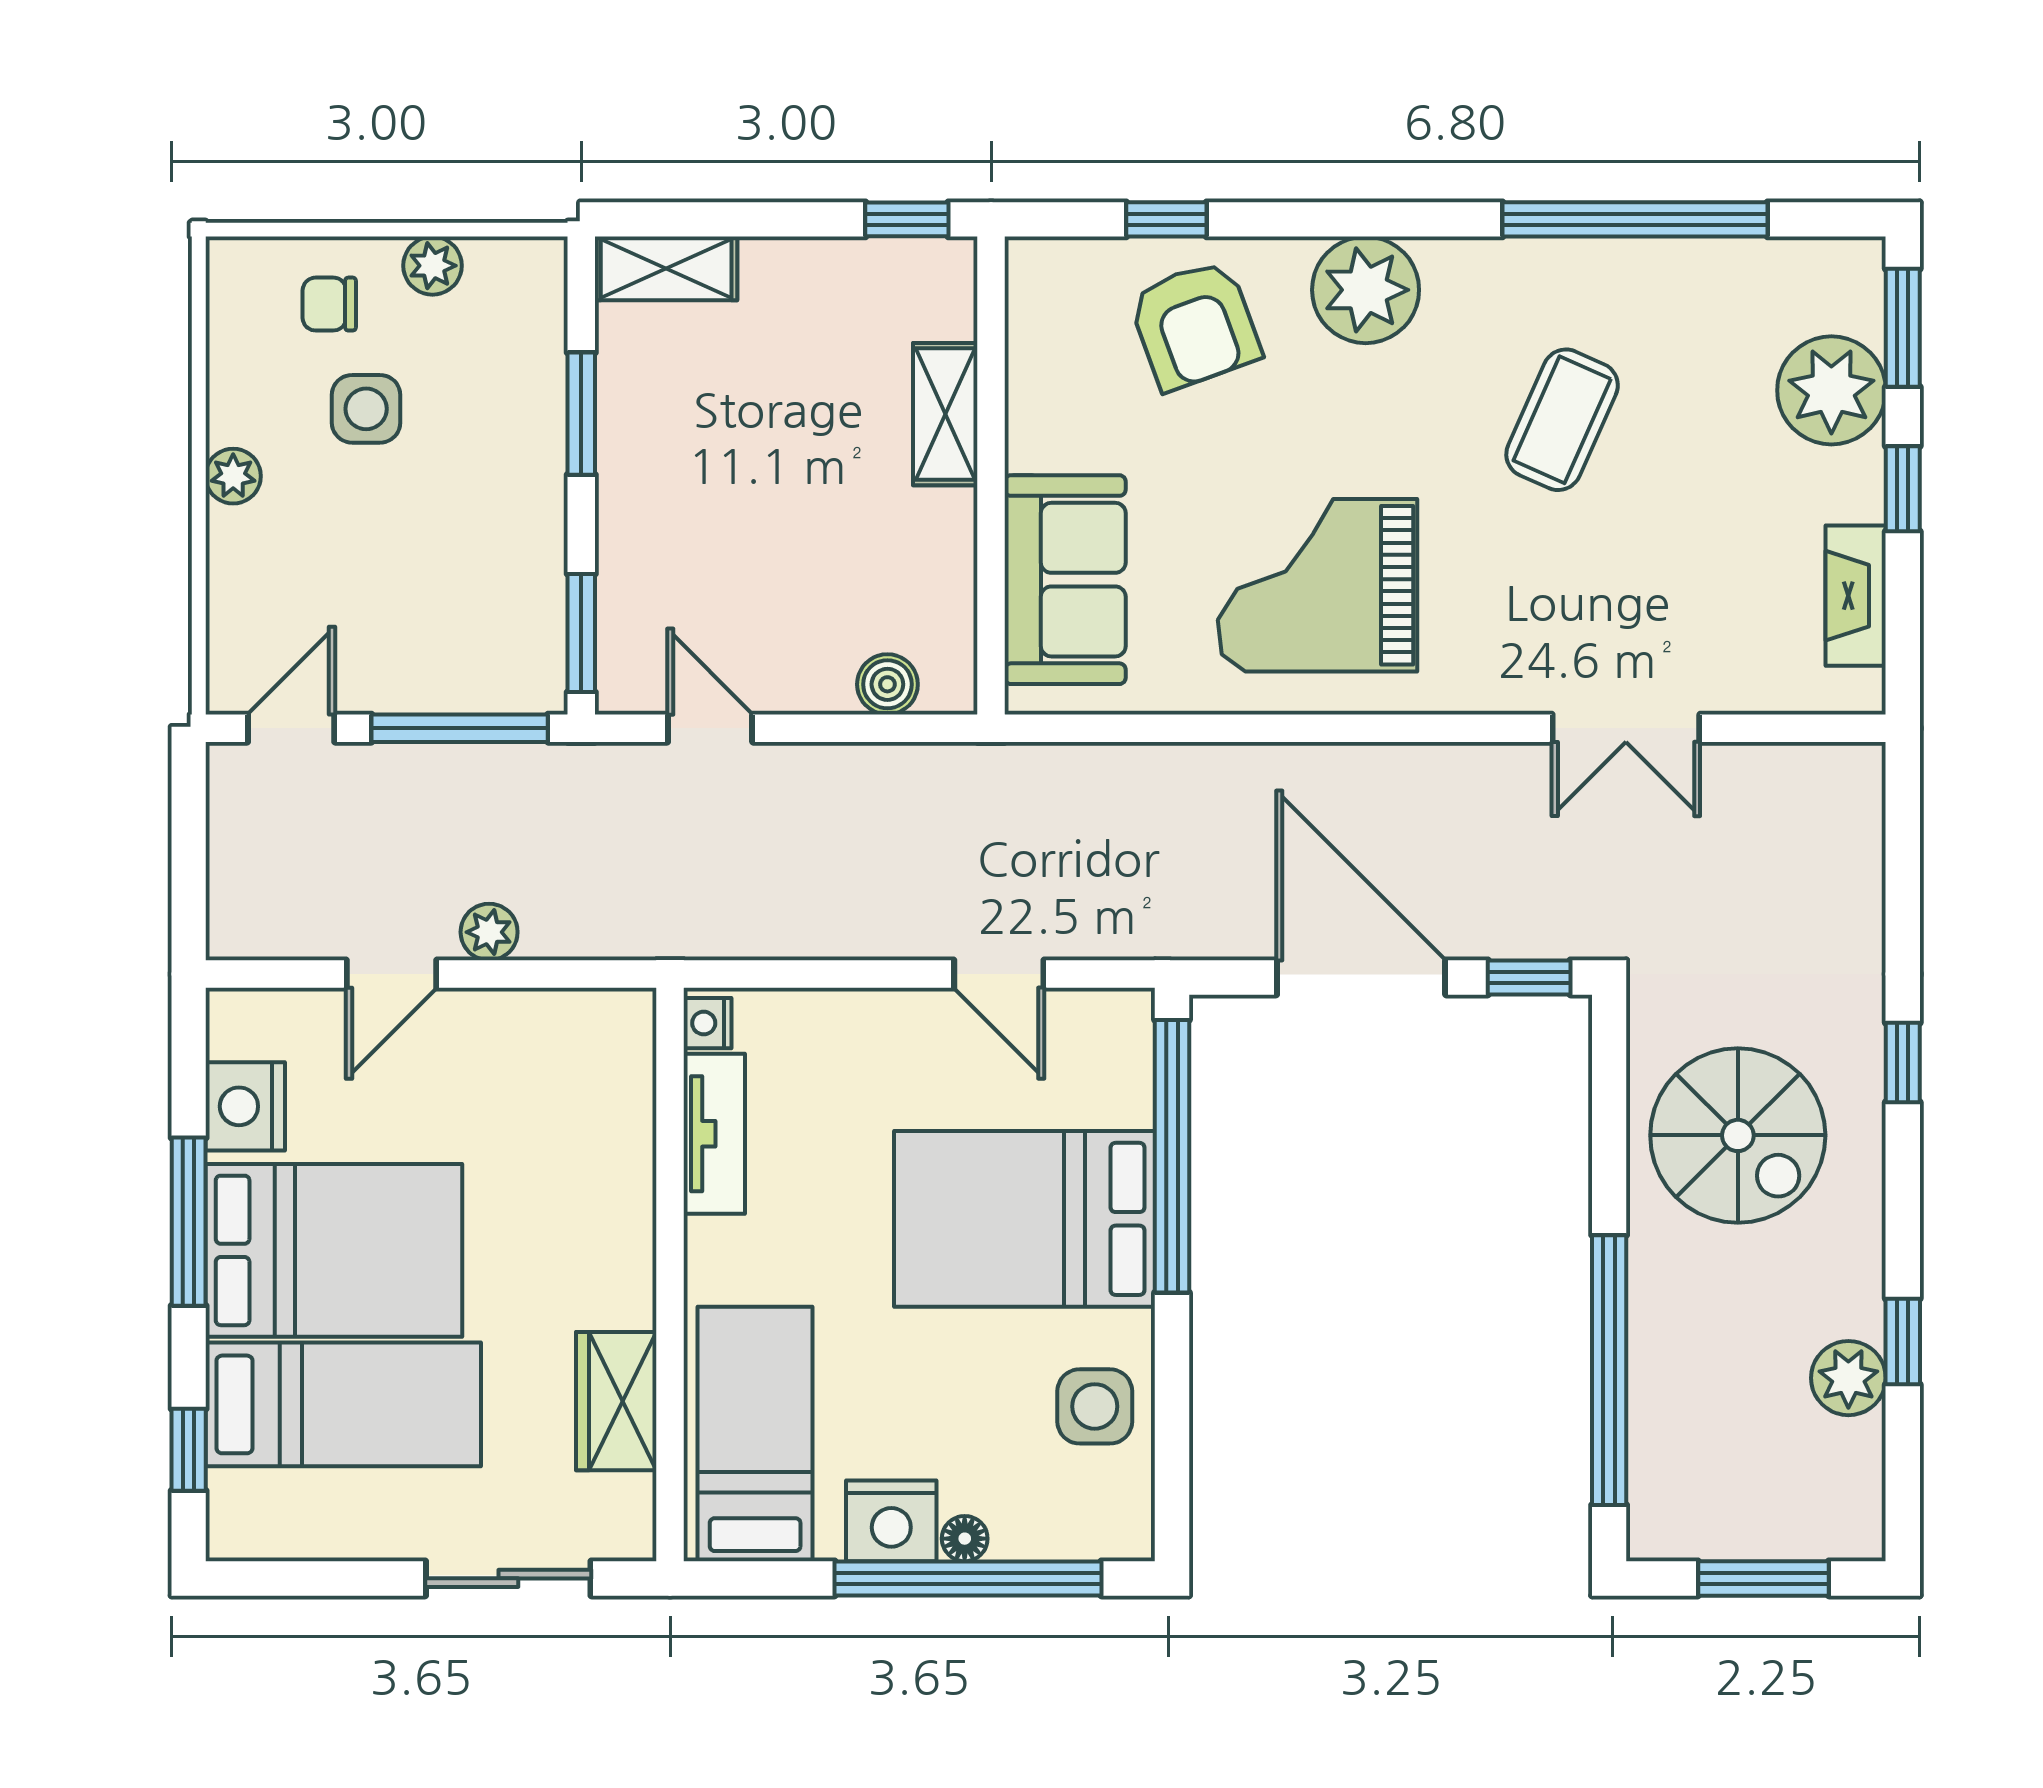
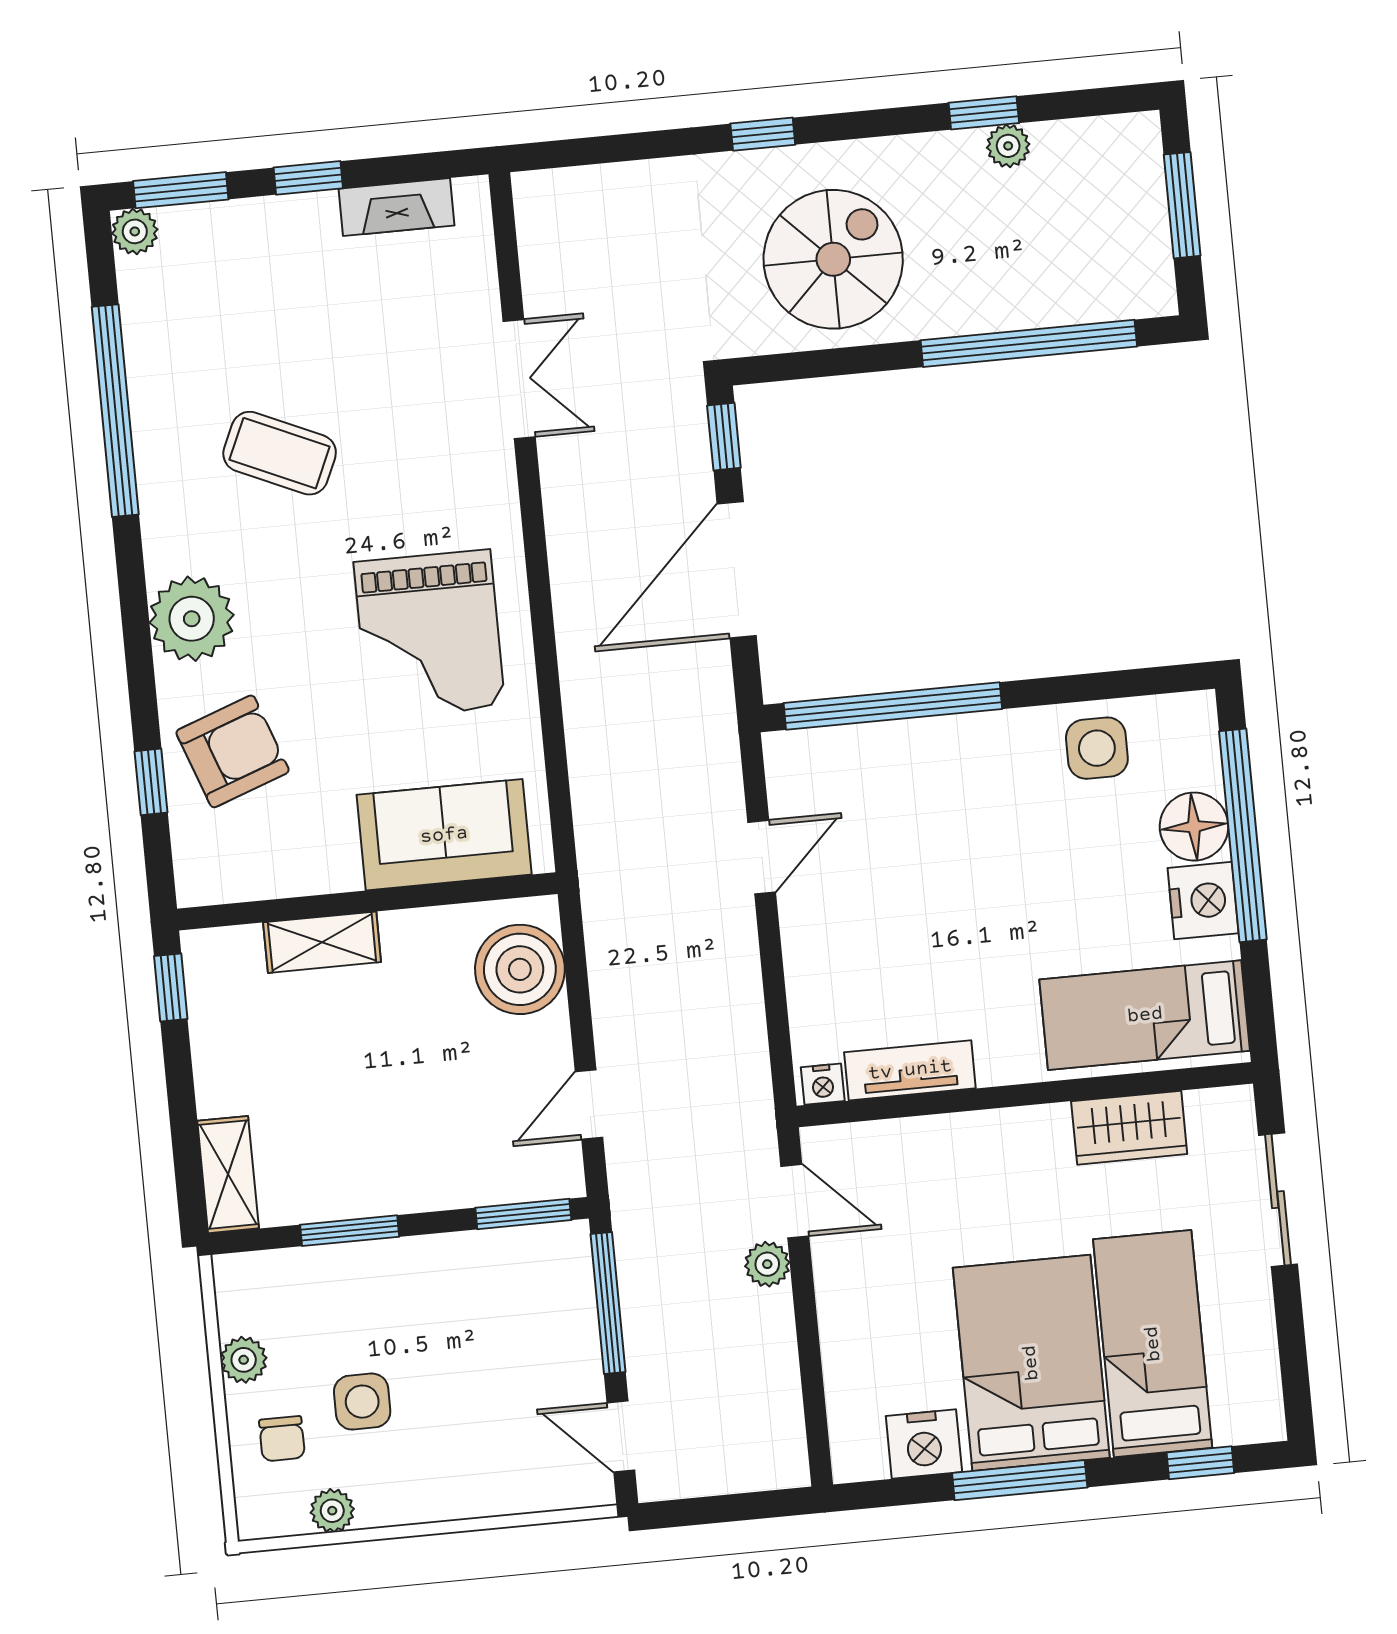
plant: (1831, 390) -> (135, 231), moved, width x0.53, depth x0.53
plant: (233, 476) -> (332, 1511), moved
boiler: (887, 684) -> (520, 969), width x1.86, depth x1.86
door: (392, 974) -> (795, 1201), moved
bed: (1025, 1219) -> (954, 818), removed
plant: (1848, 1378) -> (1008, 146), width x0.73, depth x0.73
floor lamp: (965, 1539) -> (1194, 827), width x1.89, depth x1.89

